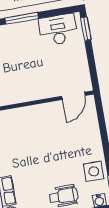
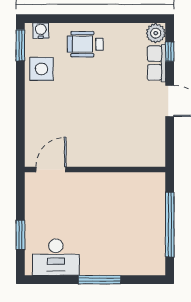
window: (86, 29) -> (20, 235), moved

